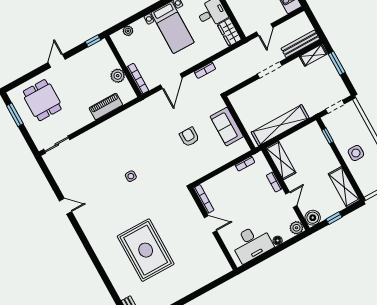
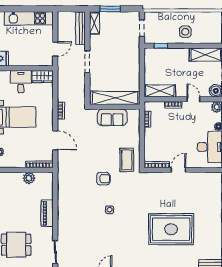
door: (265, 30) -> (55, 49), hinge flipped
piano: (106, 106) -> (47, 213), moved
shelving: (280, 125) -> (115, 98), moved, turned 90
armchair: (189, 137) -> (103, 179), moved, turned 180
coffee table: (192, 166) -> (127, 160), added

